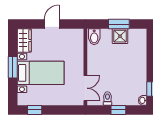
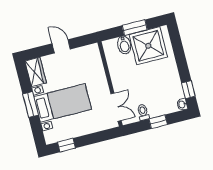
door: (52, 24) -> (61, 46), hinge flipped
shower: (120, 36) -> (148, 46), width x1.86, depth x1.86
bidet: (94, 37) -> (124, 45), moved

